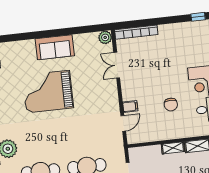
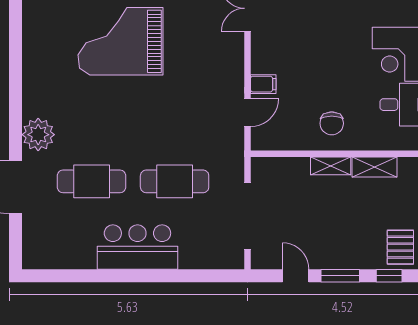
chair: (171, 105) -> (332, 123), moved

